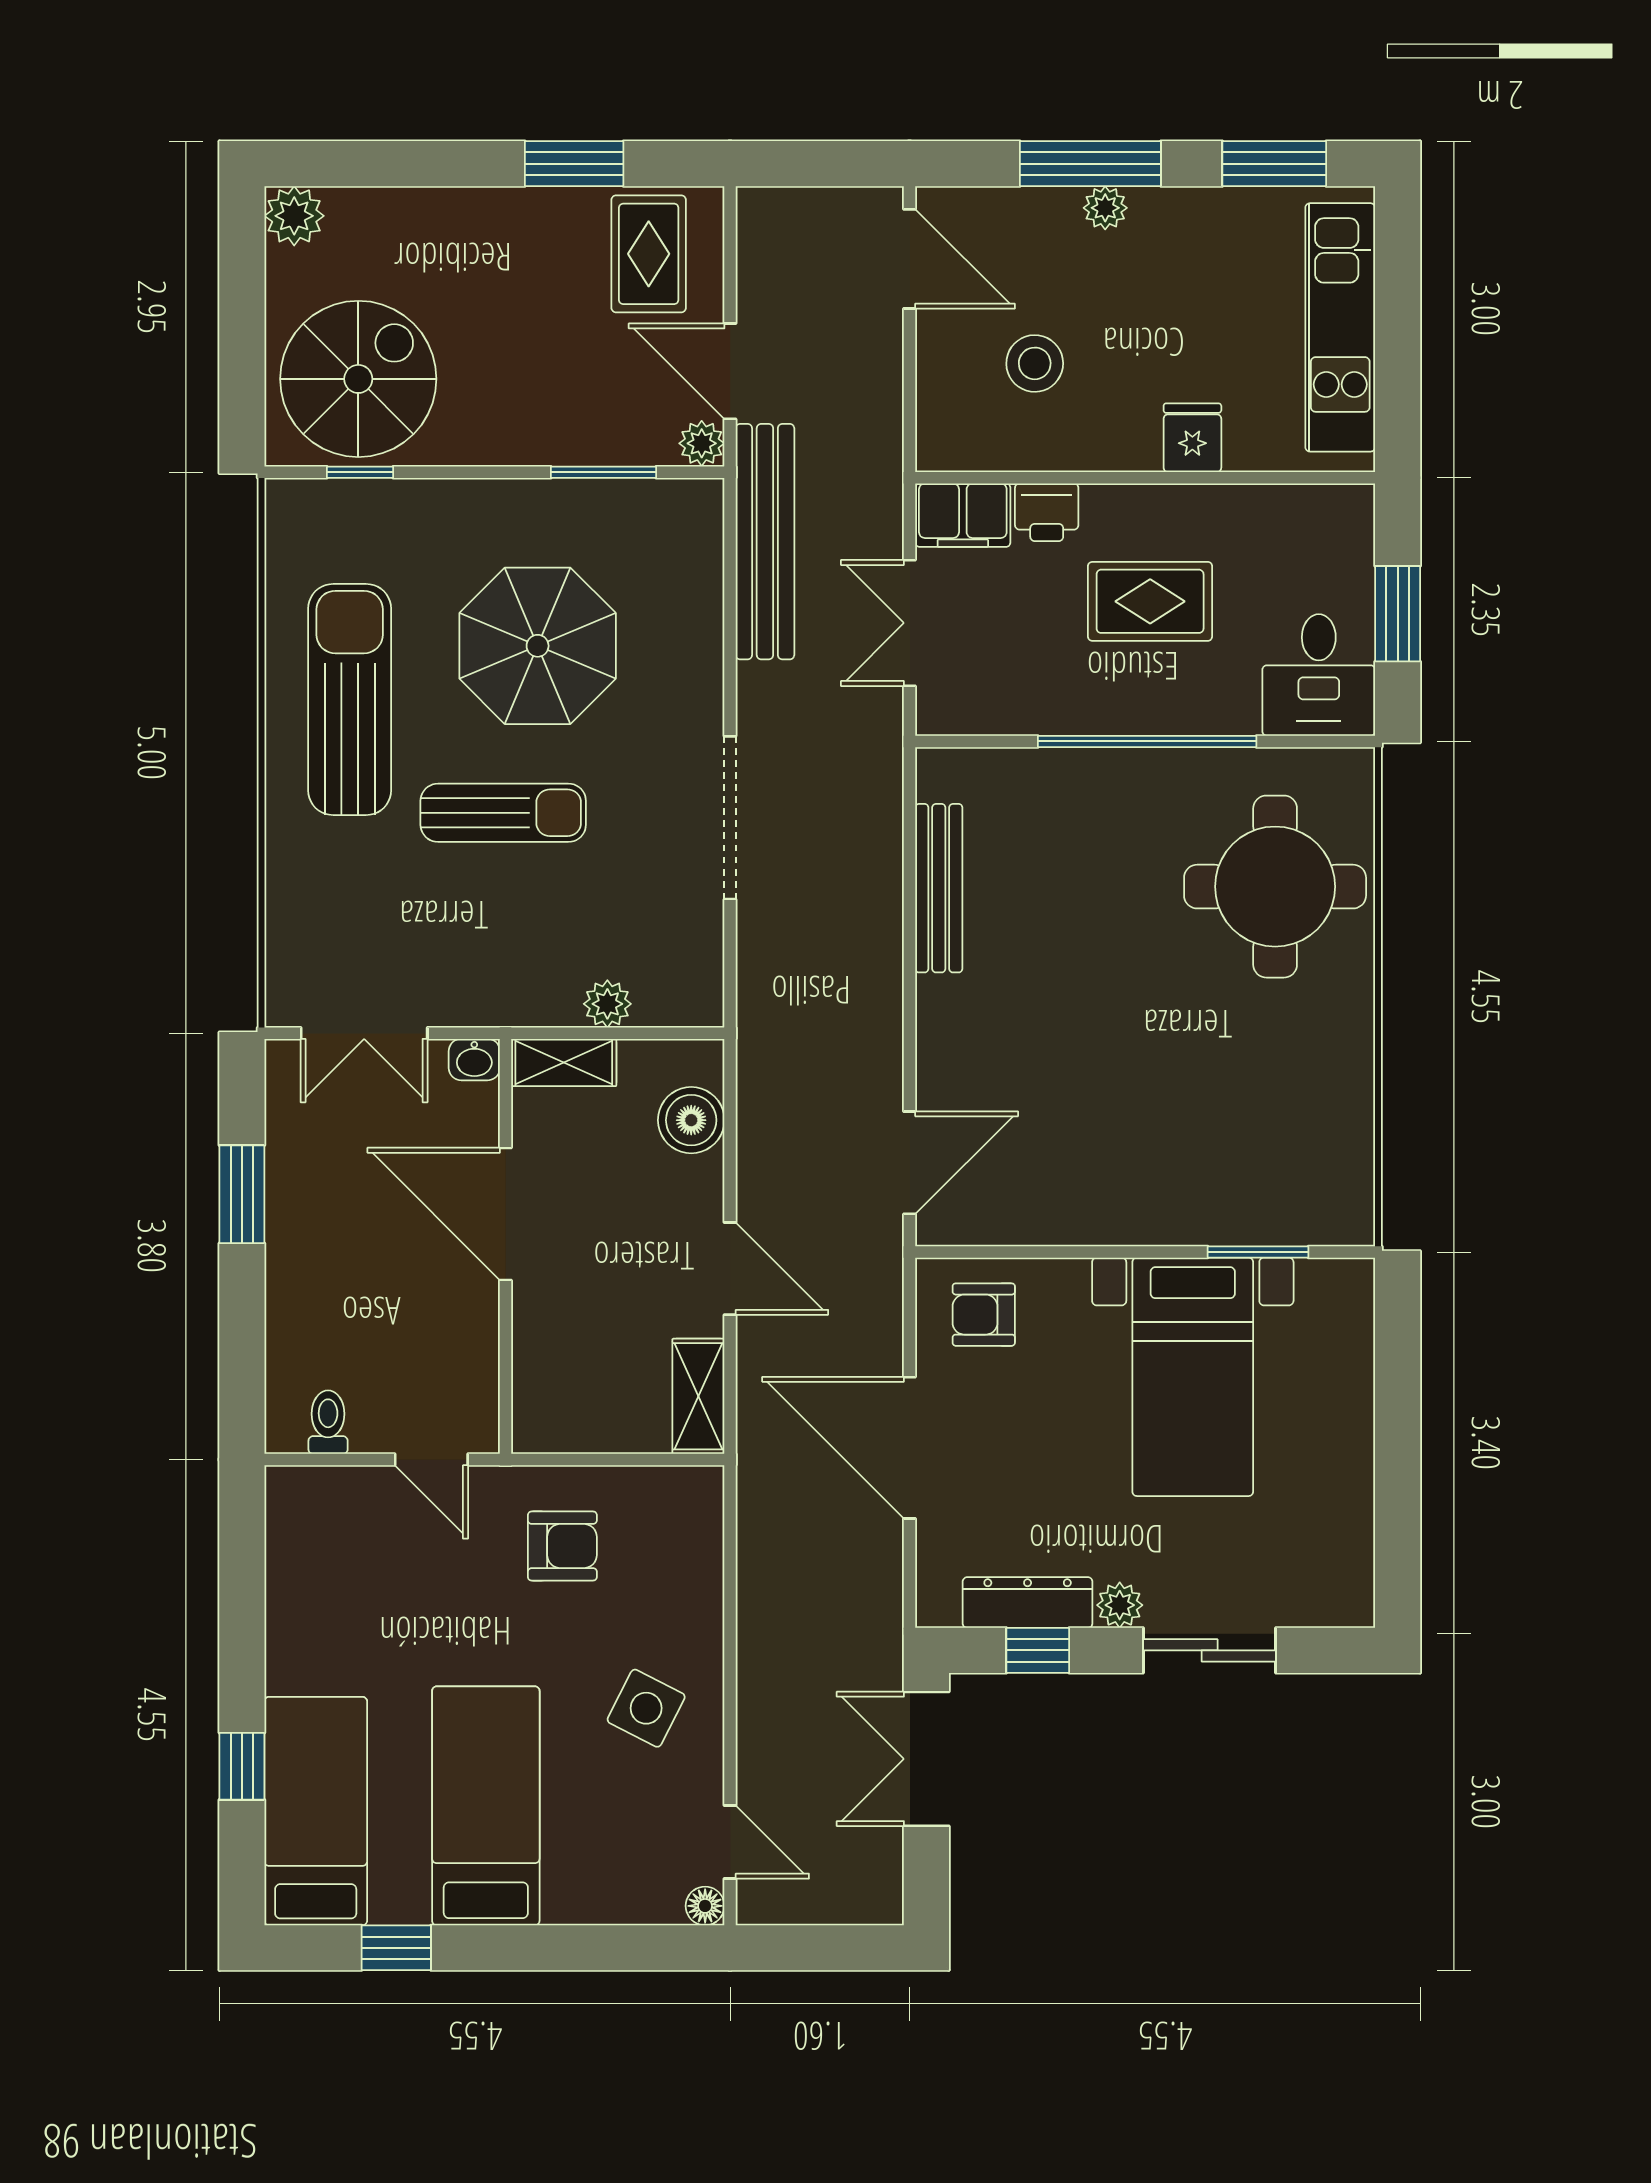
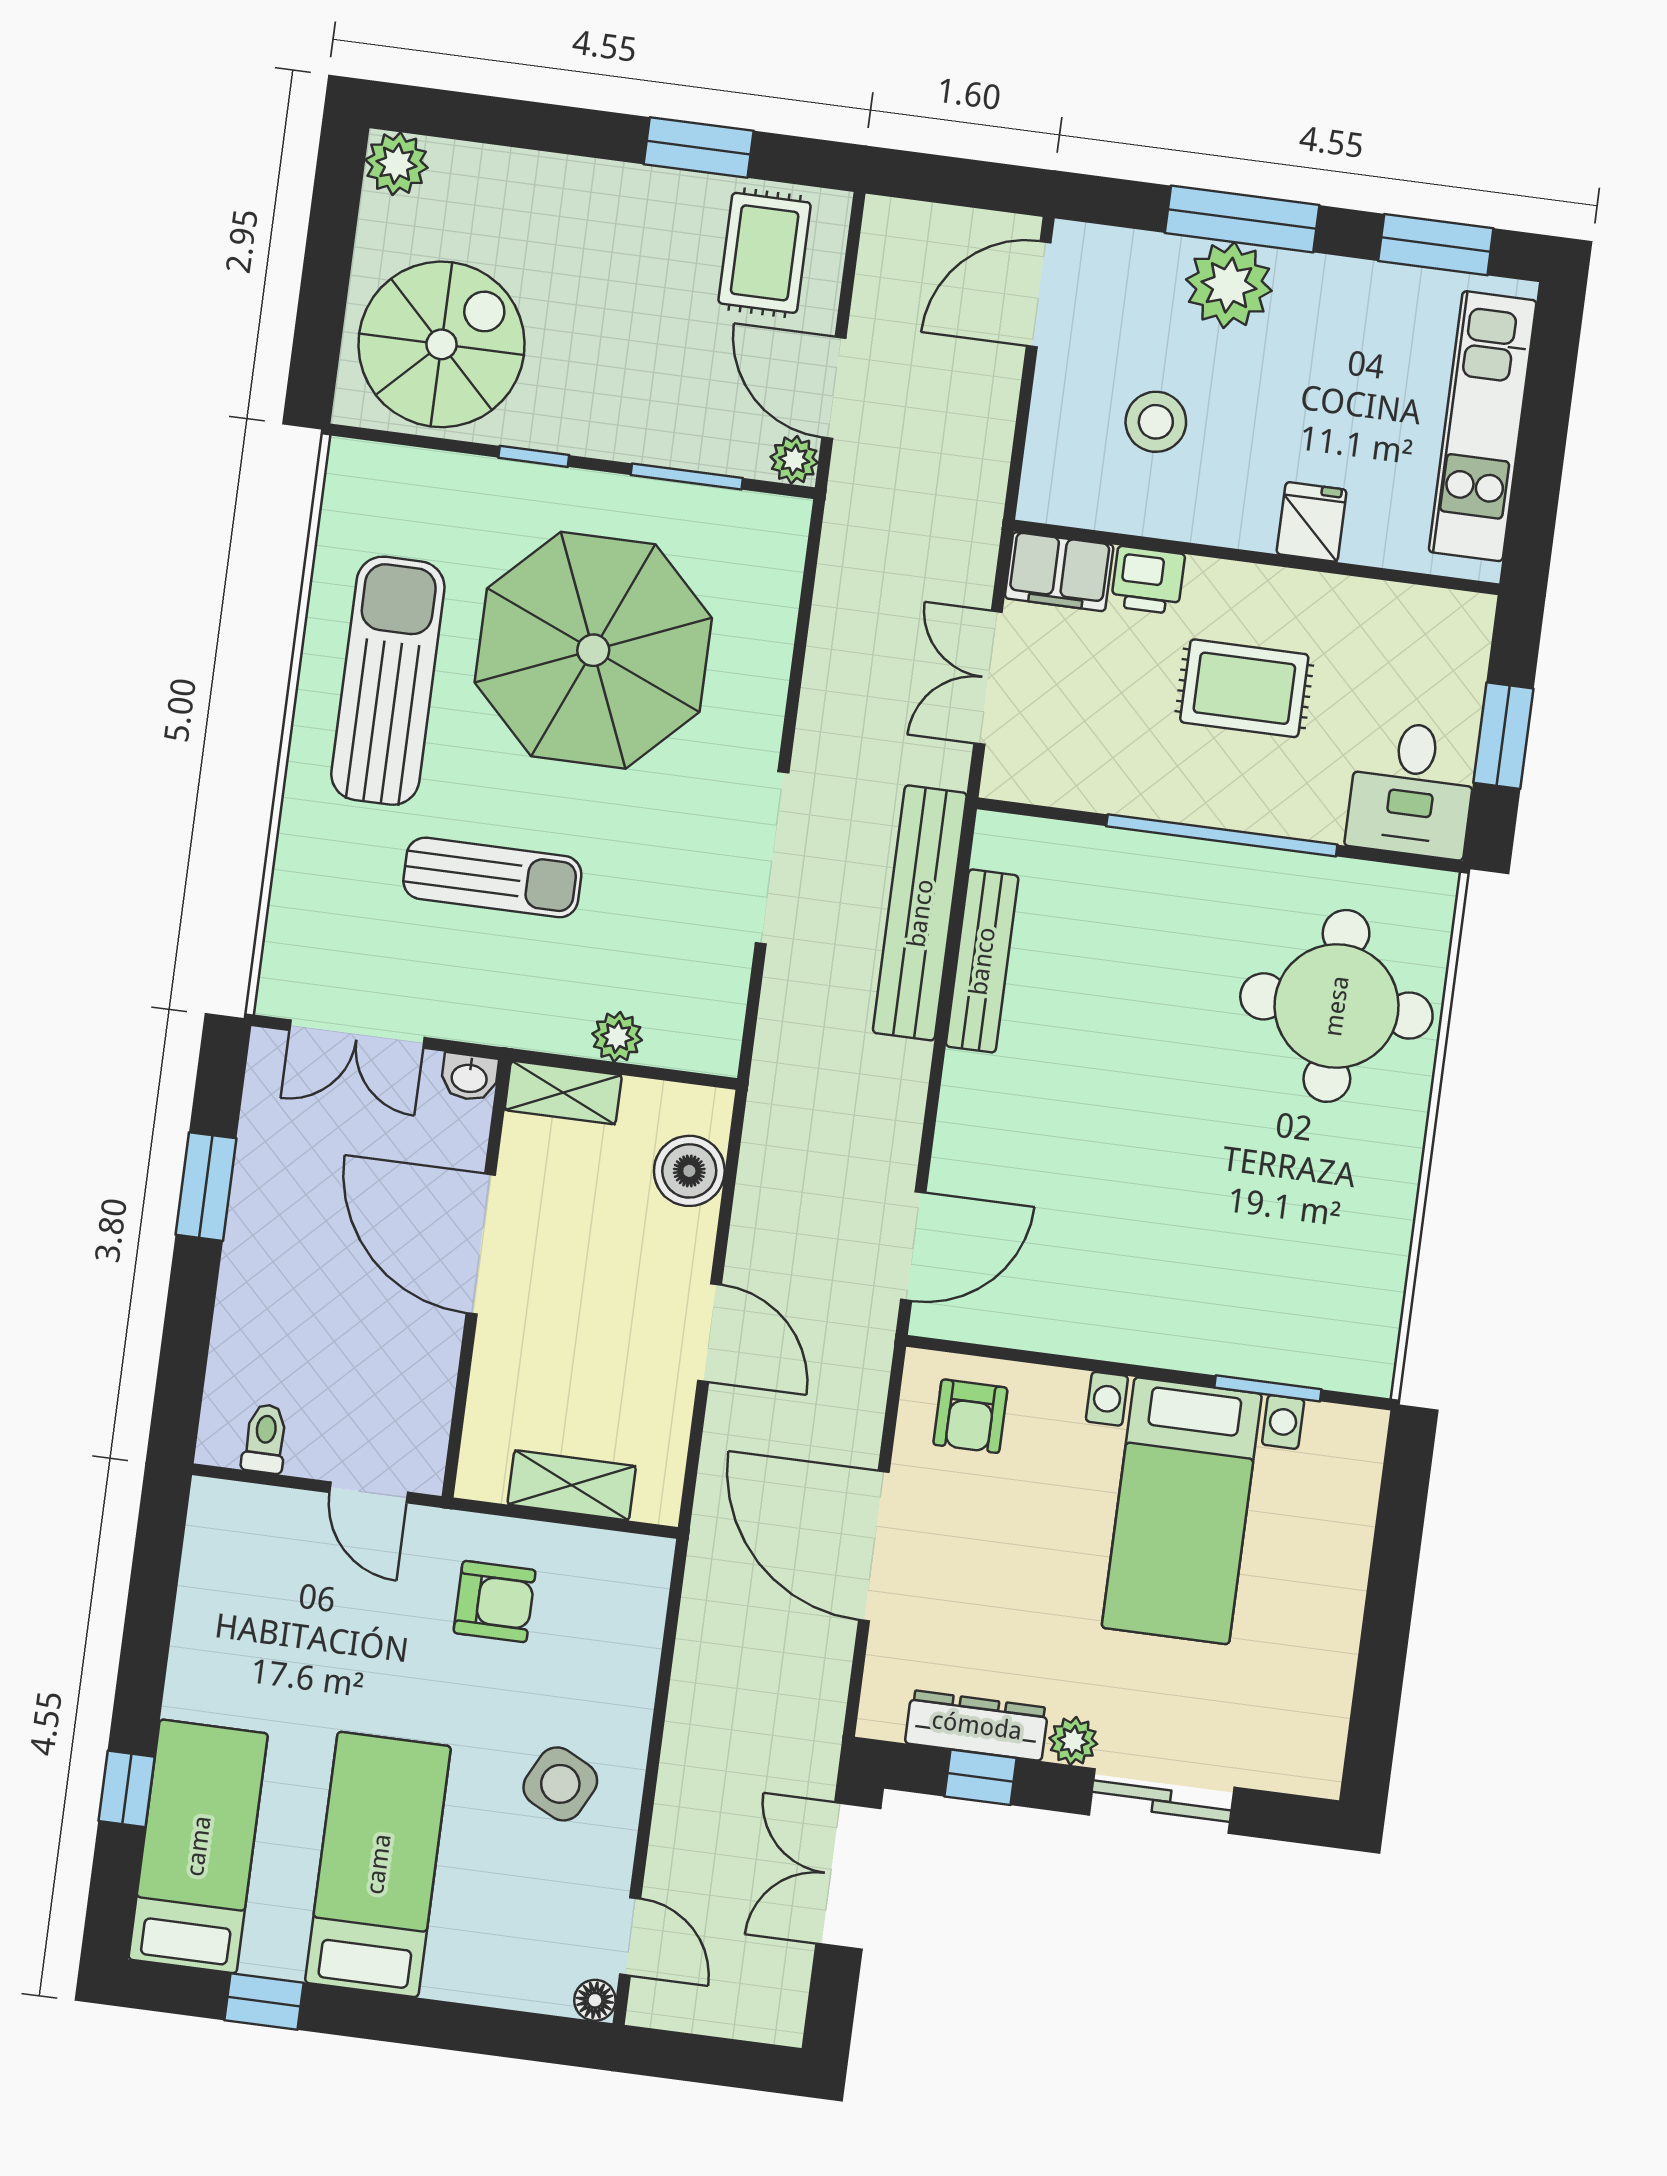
plant: (1105, 208) -> (1229, 285), width x1.88, depth x1.88
door: (910, 259) -> (1039, 294), swing flipped
window: (360, 472) -> (534, 456), moved
bench: (765, 542) -> (920, 913), moved
parasol: (538, 646) -> (593, 650), width x1.36, depth x1.36
sun lounger: (503, 813) -> (492, 877), moved
armchair: (984, 1315) -> (970, 1416), turned -90
shelving: (698, 1396) -> (572, 1485), moved, turned 90

